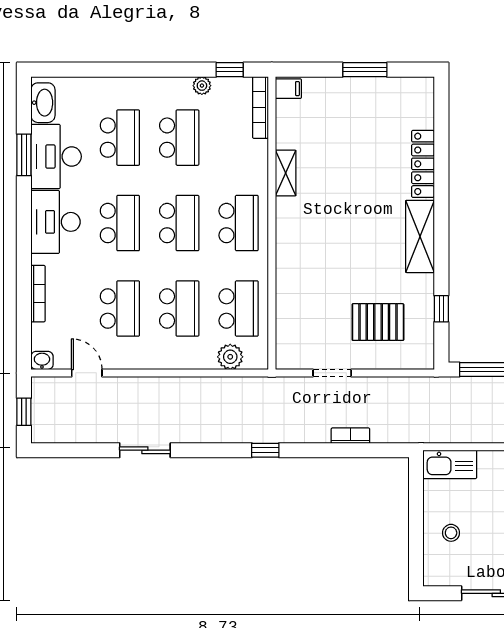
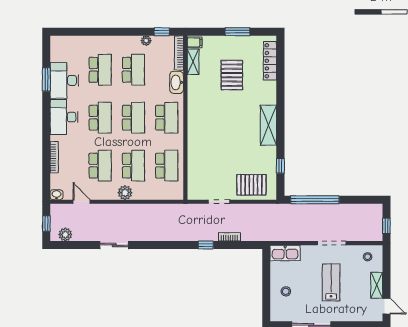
washbasin: (43, 103) -> (177, 82), moved, turned 180
pallet: (355, 147) -> (232, 75), added
locker: (423, 164) -> (270, 61), moved
shelving: (286, 173) -> (193, 62), moved
pallet: (378, 322) -> (251, 185), moved
plant: (230, 357) -> (125, 193), moved
plant: (58, 432) -> (65, 235), added
window: (265, 450) -> (206, 245), moved

